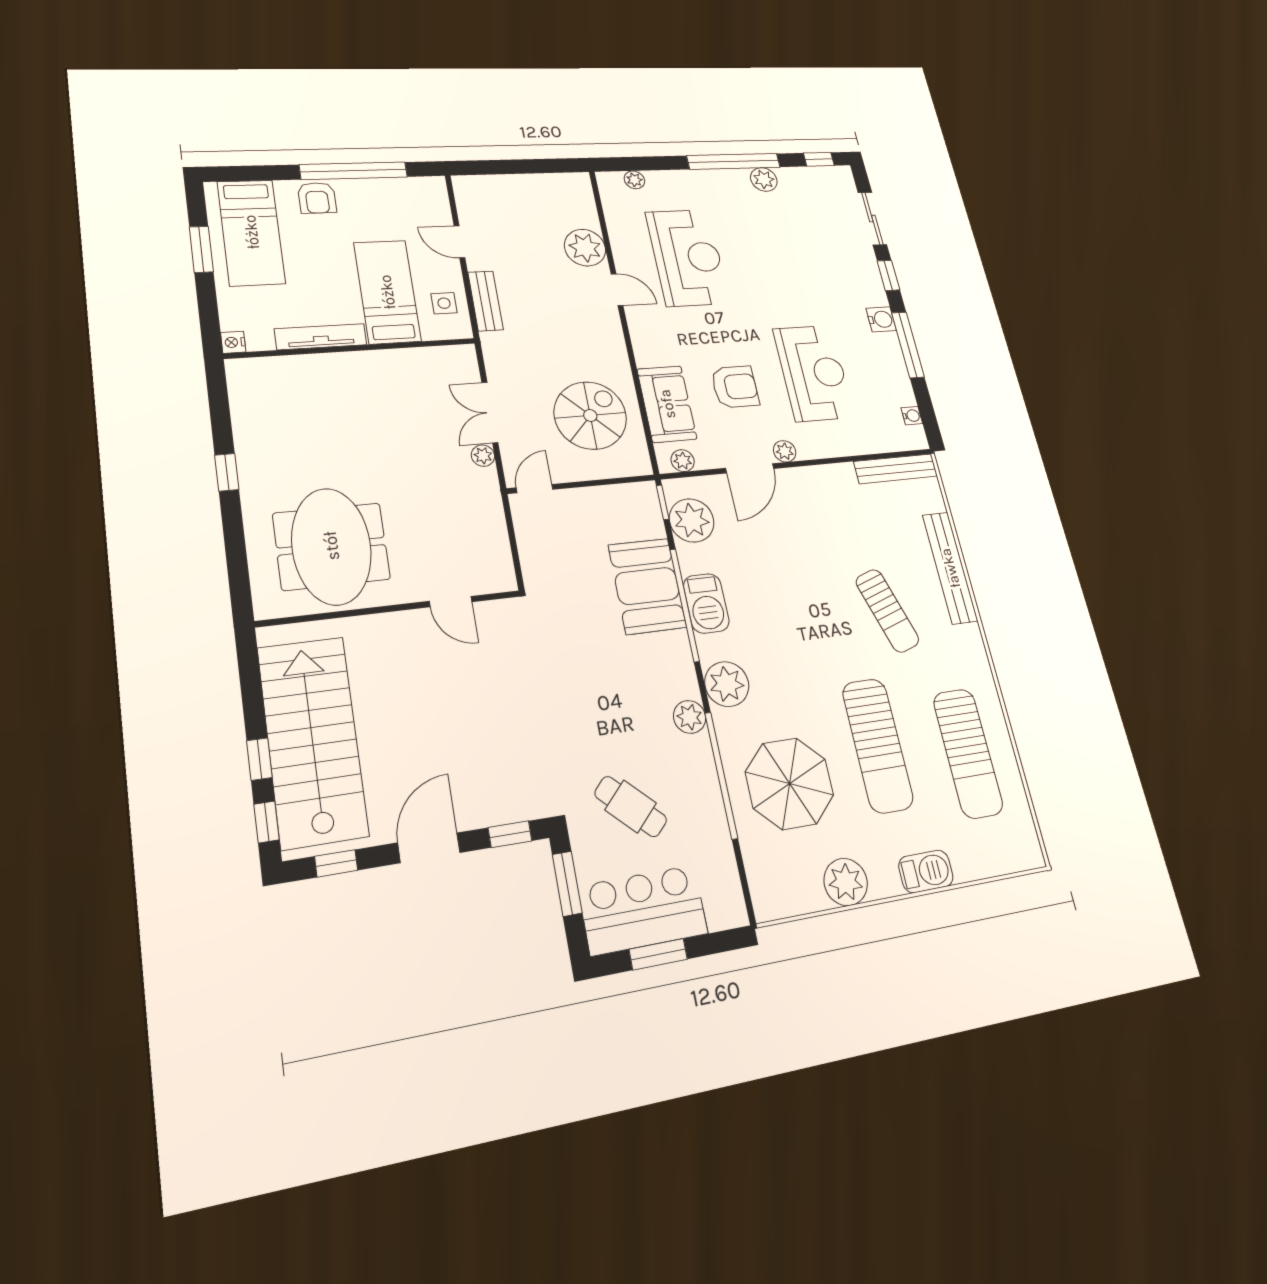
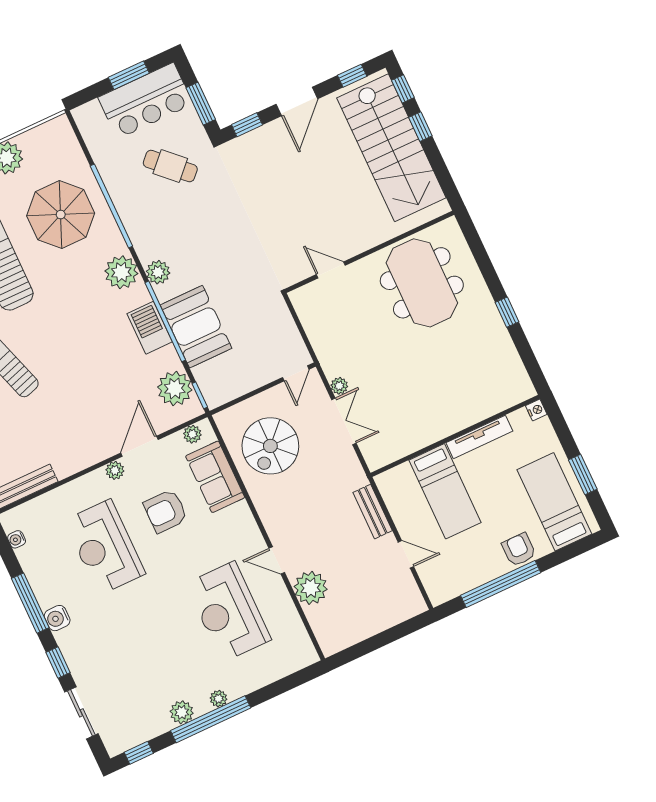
plant: (634, 180) -> (219, 699), moved
side table: (444, 303) -> (402, 498), removed
plant: (690, 717) -> (158, 272), moved

